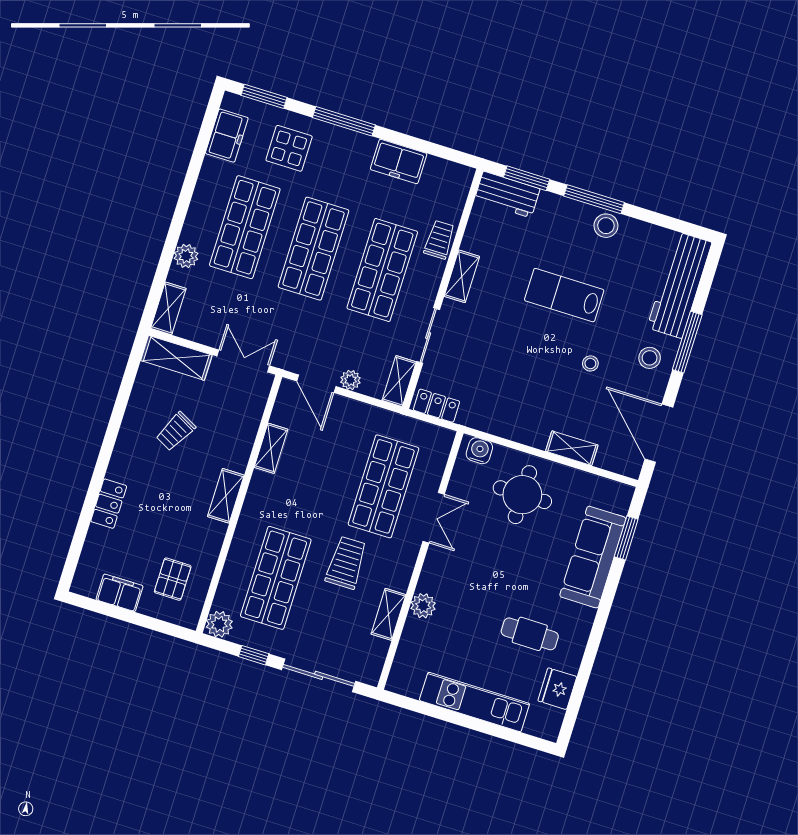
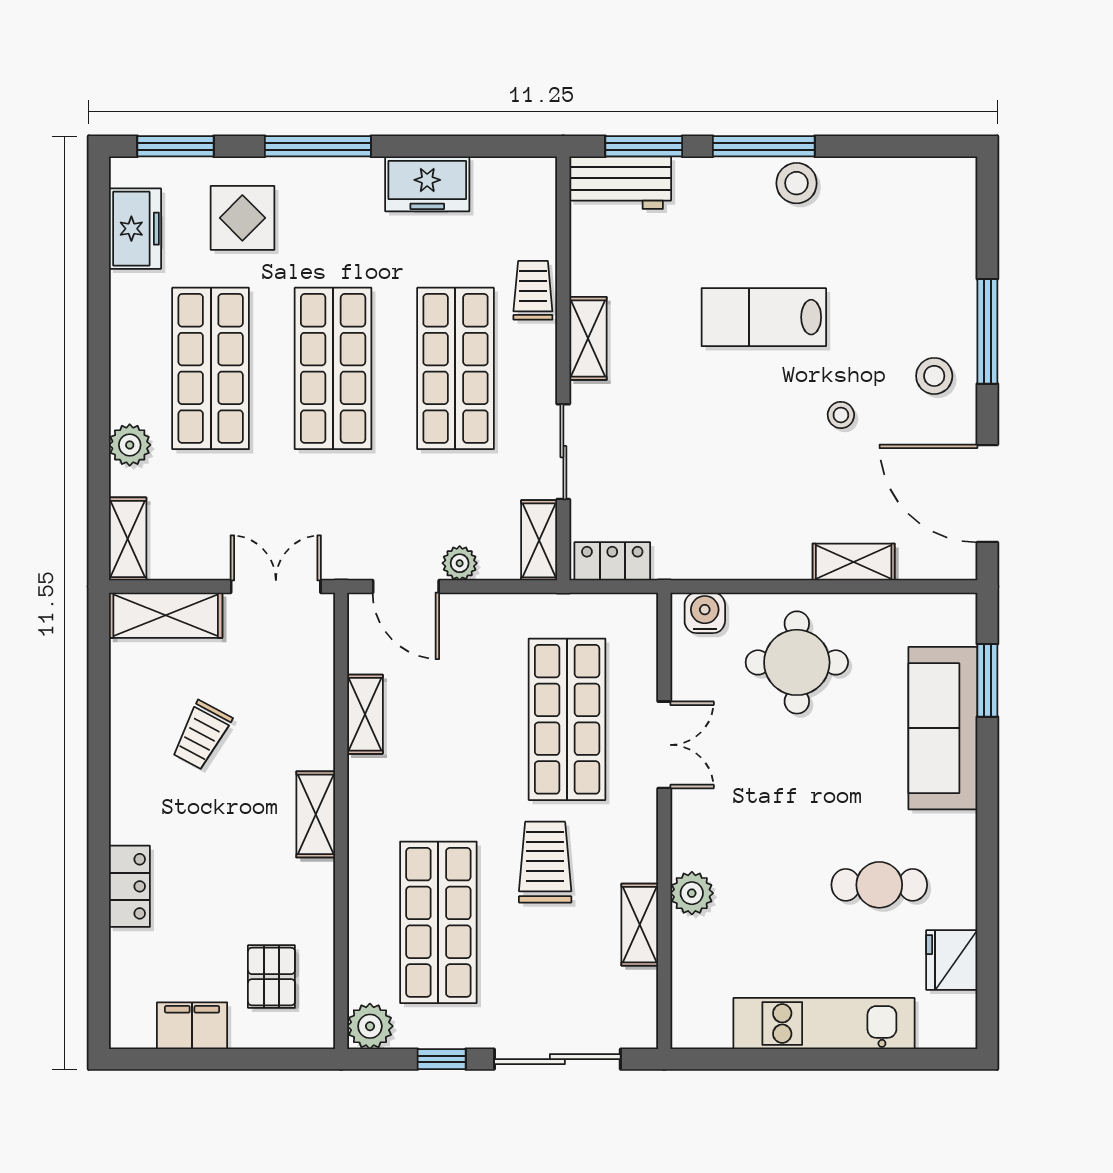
workbench: (679, 285) -> (946, 243), removed

